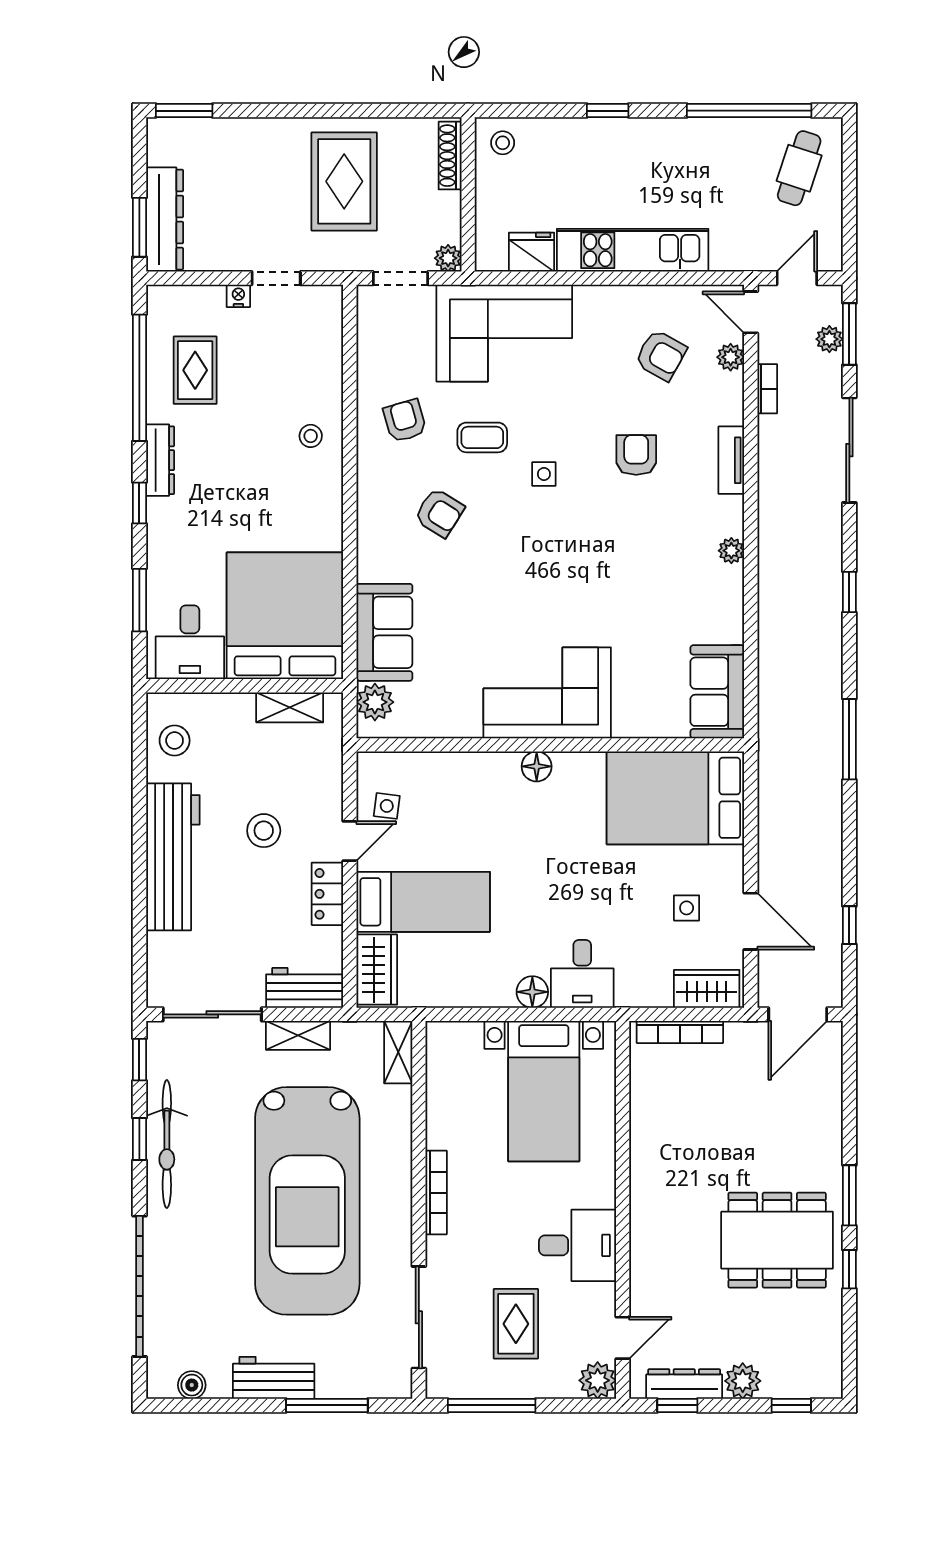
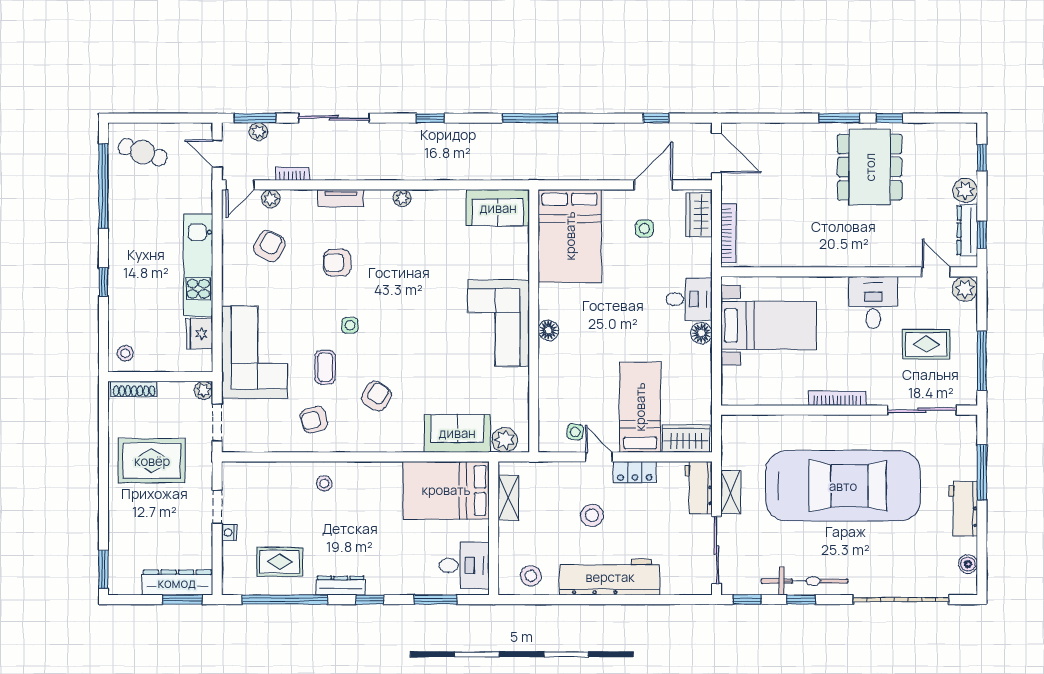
bed: (285, 616) -> (446, 490), width x0.73
shelving: (398, 1052) -> (742, 424), removed

